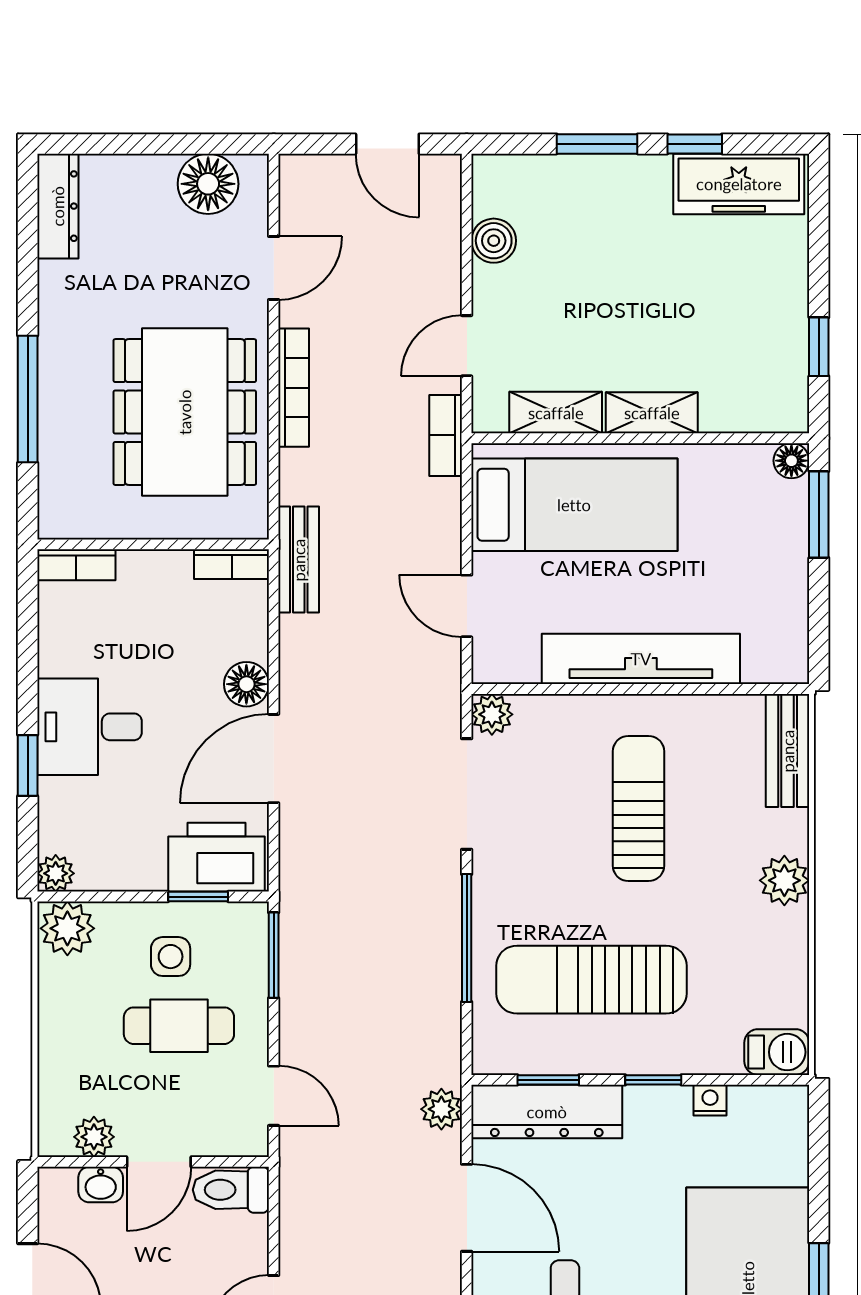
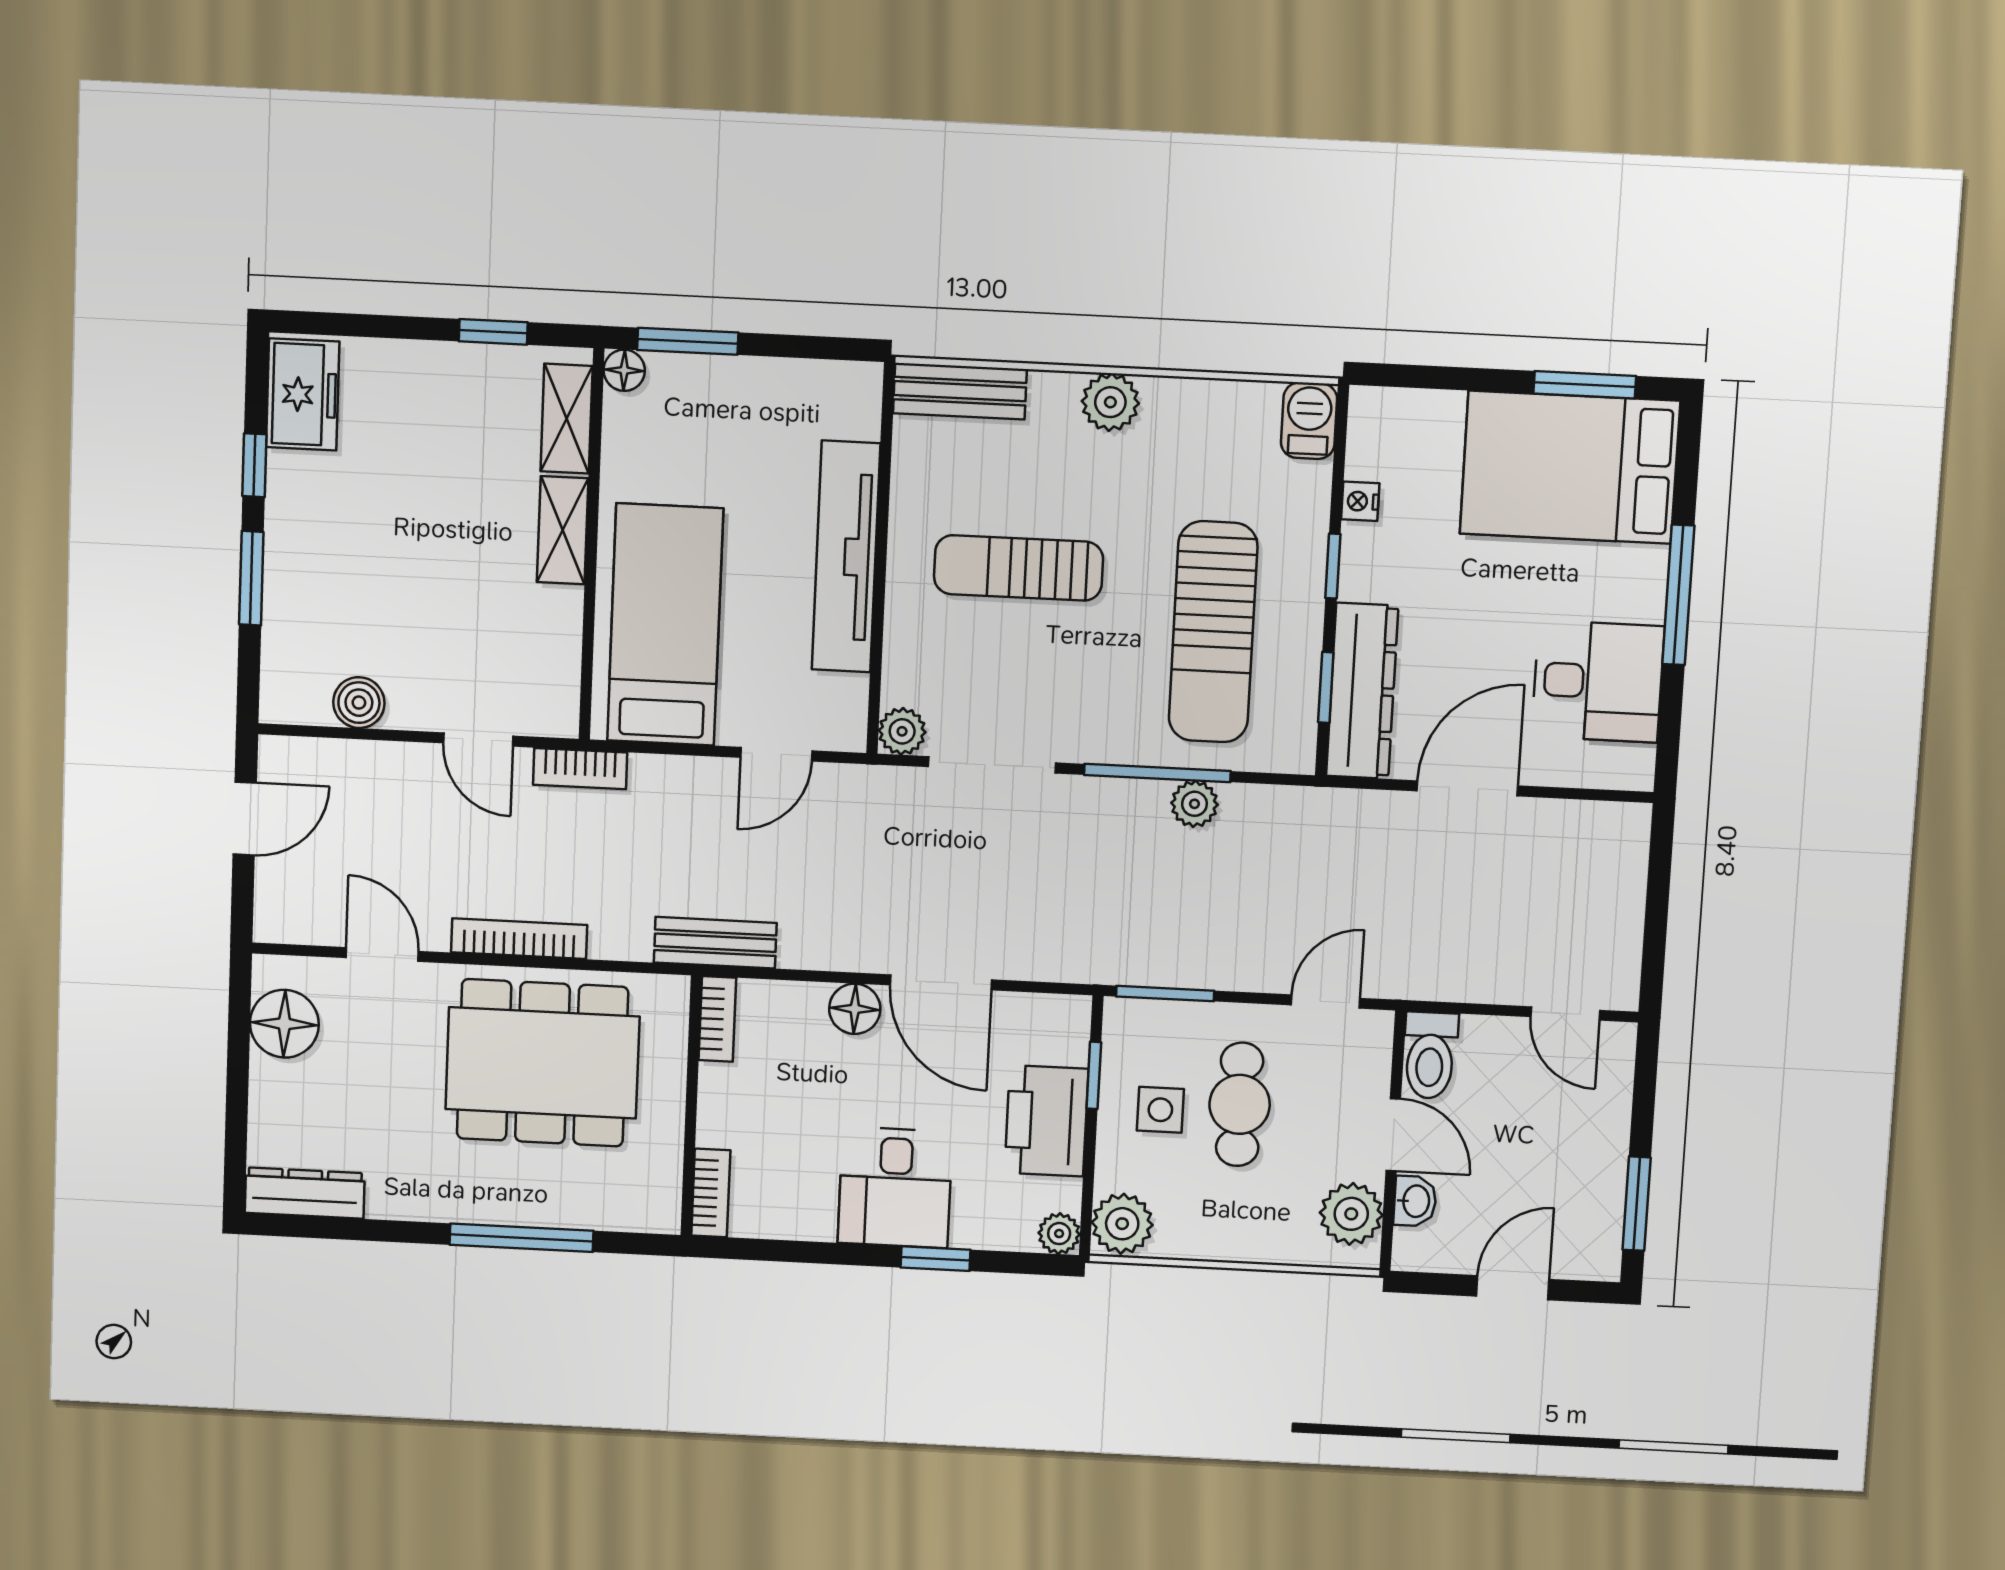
freezer: (739, 184) -> (303, 394), width x0.71
shelving: (556, 413) -> (567, 419), moved
printer: (217, 857) -> (1046, 1121), moved
plant: (441, 1109) -> (1194, 804), moved
plant: (94, 1137) -> (1351, 1214), width x1.38, depth x1.38

